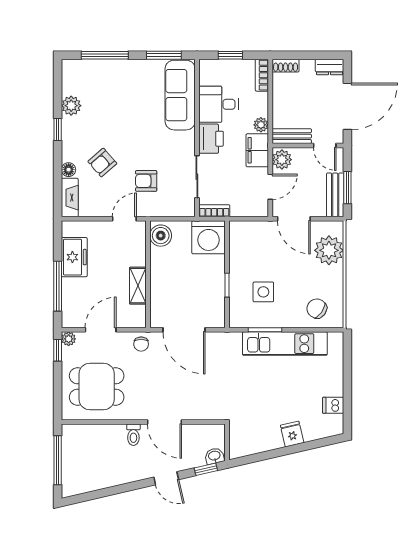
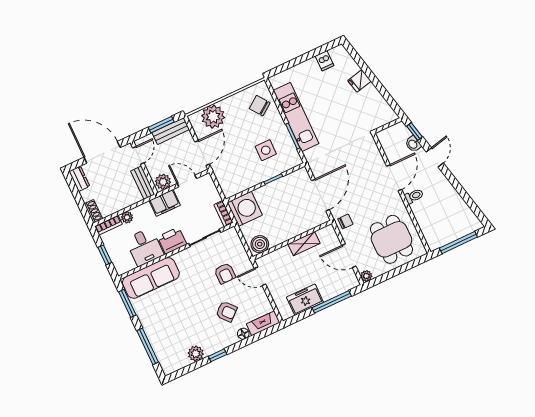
plant: (261, 125) -> (127, 217), moved
chair: (317, 309) -> (260, 106), turned 109
window: (58, 350) -> (378, 280), removed
washbasin: (214, 456) -> (413, 144), moved

